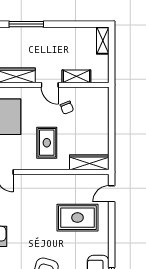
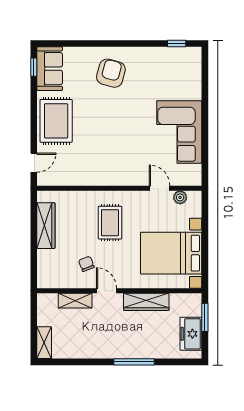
wardrobe: (89, 162) -> (46, 226), moved, turned -90
rug: (77, 218) -> (56, 121), moved, turned 90

